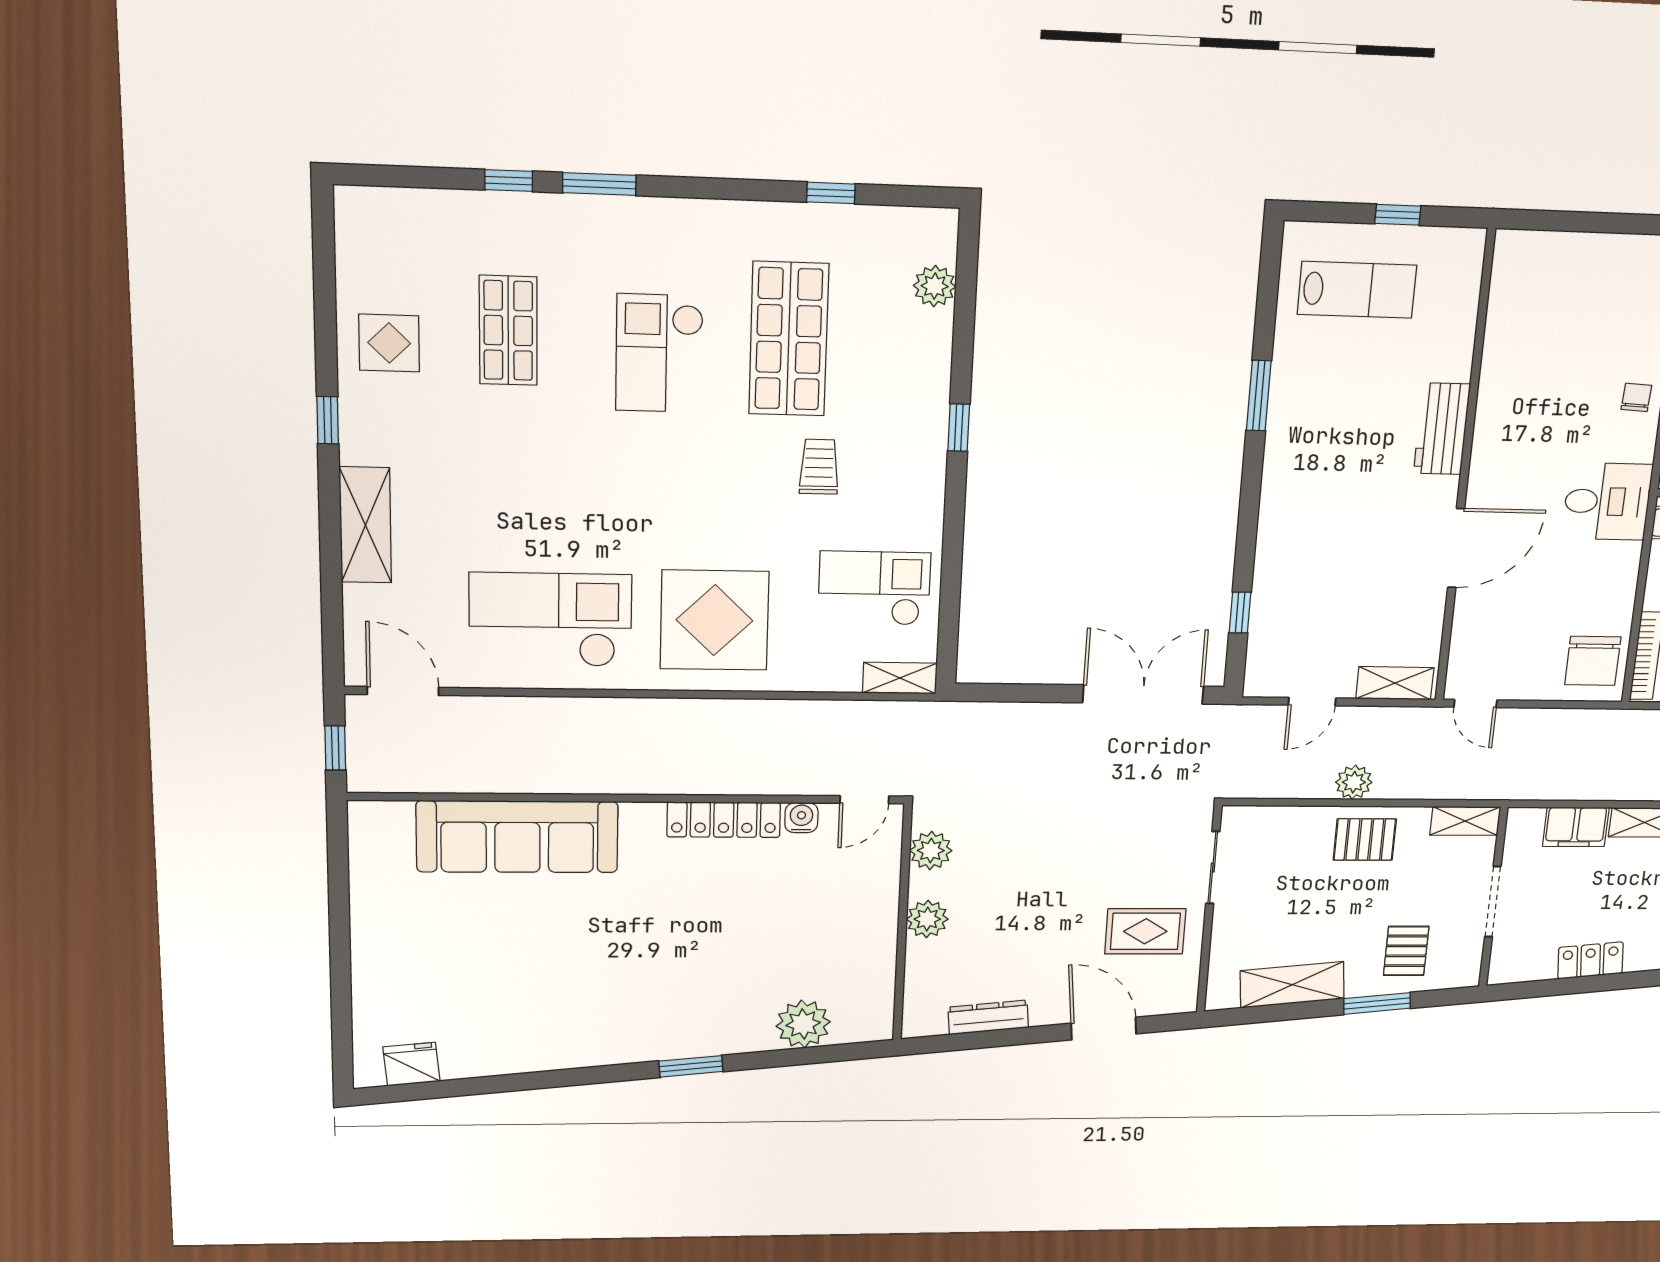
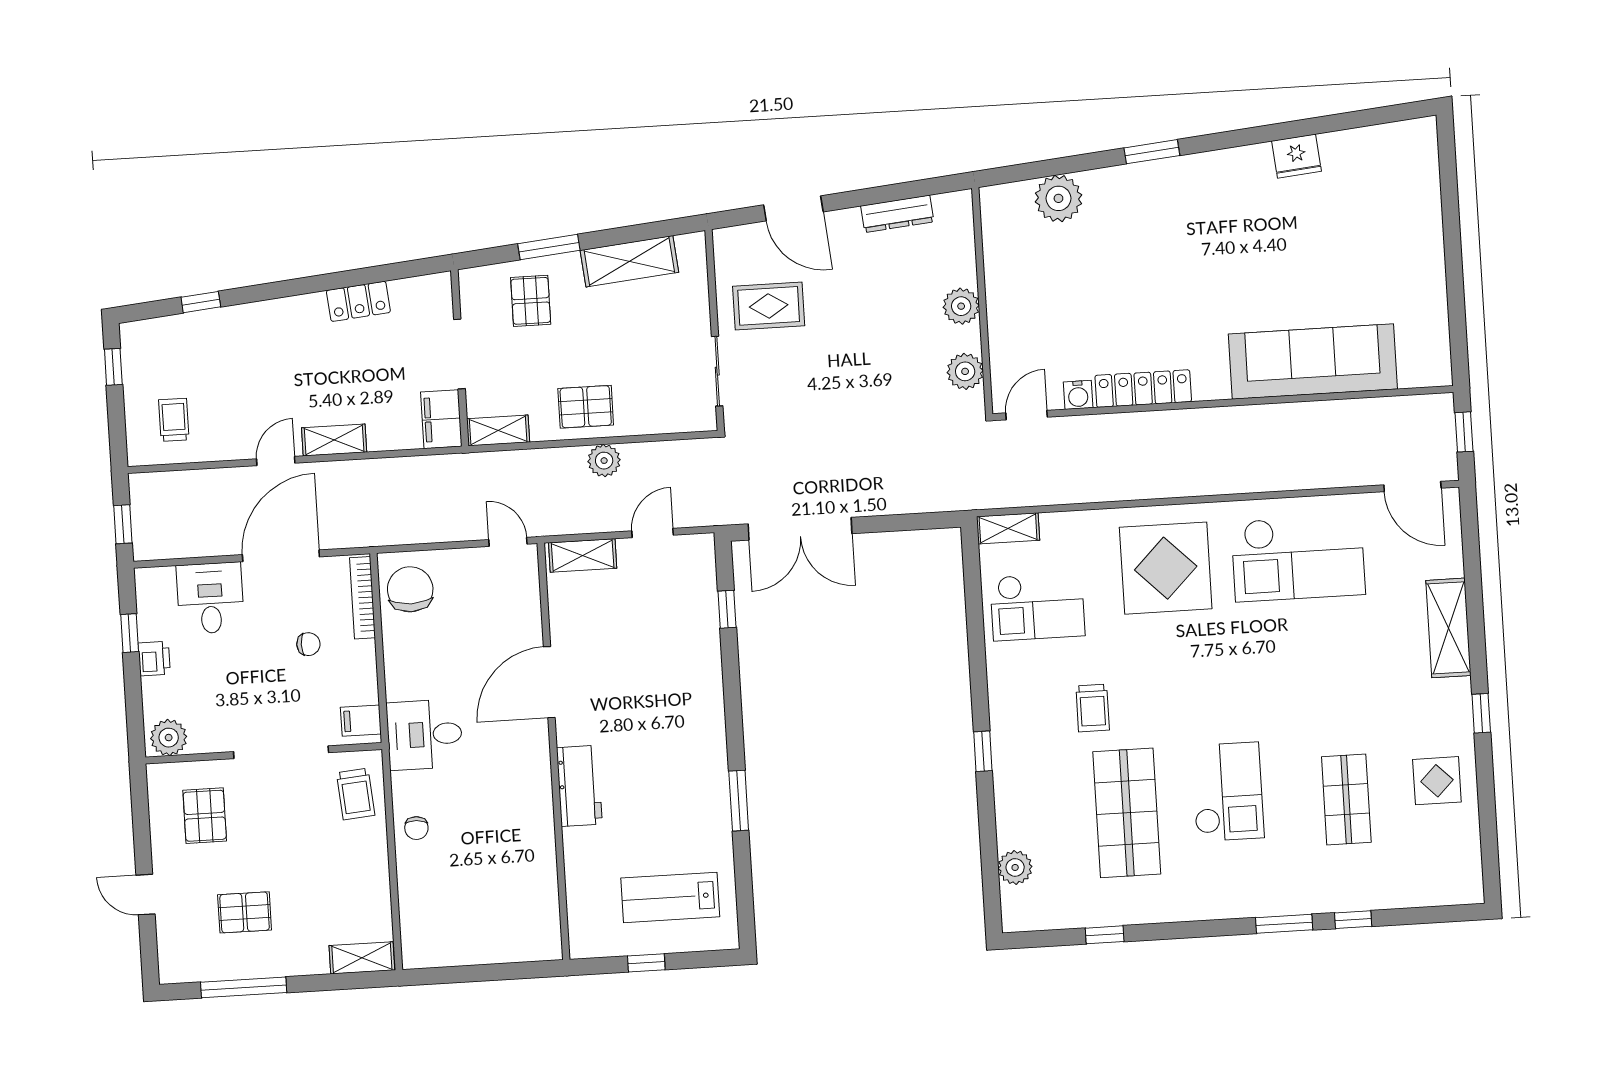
filing cabinet: (1576, 827) -> (441, 419), moved, turned -90
fridge: (411, 1064) -> (1297, 156), moved

